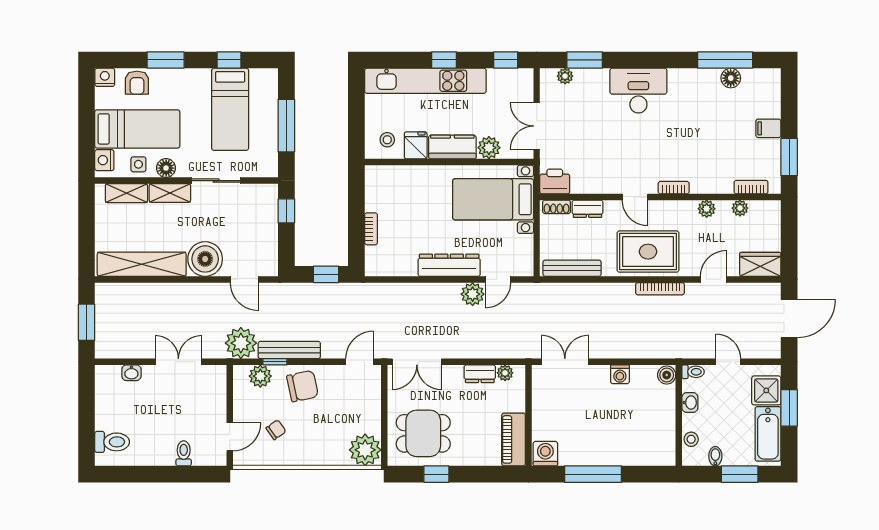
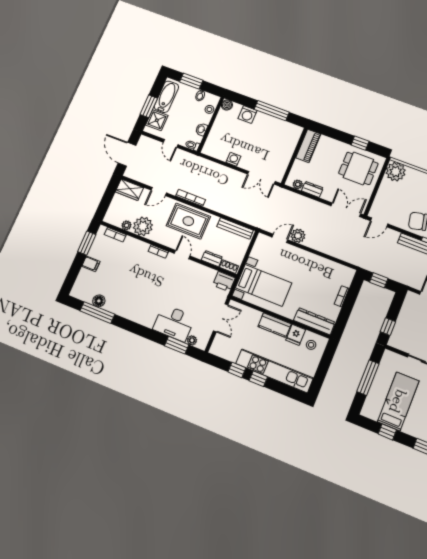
window: (506, 60) -> (237, 370), moved
desk: (638, 91) -> (174, 323), moved
plant: (489, 148) -> (253, 316), removed
plant: (707, 209) -> (143, 226), width x1.88, depth x1.88
dresser: (449, 265) -> (314, 321), moved, turned 180
door: (789, 319) -> (127, 154), hinge flipped
boiler: (667, 375) -> (227, 105), moved
washing machine: (545, 454) -> (247, 115), moved

